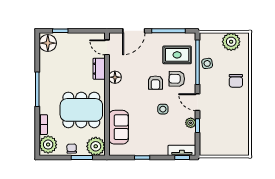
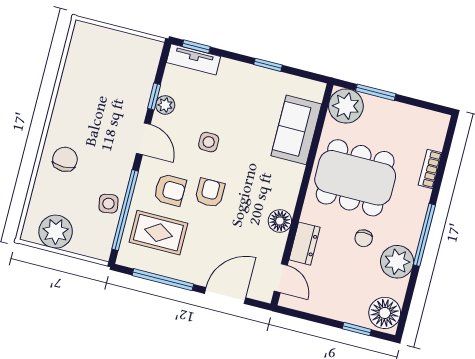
plant: (48, 145) -> (397, 262), moved
chair: (72, 149) -> (364, 238), moved

